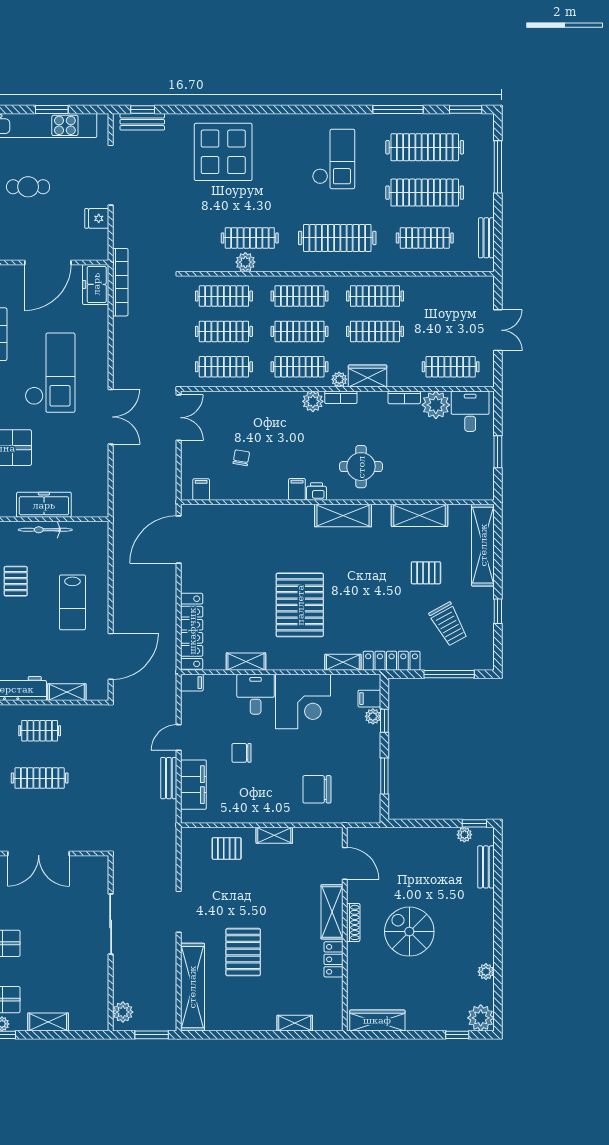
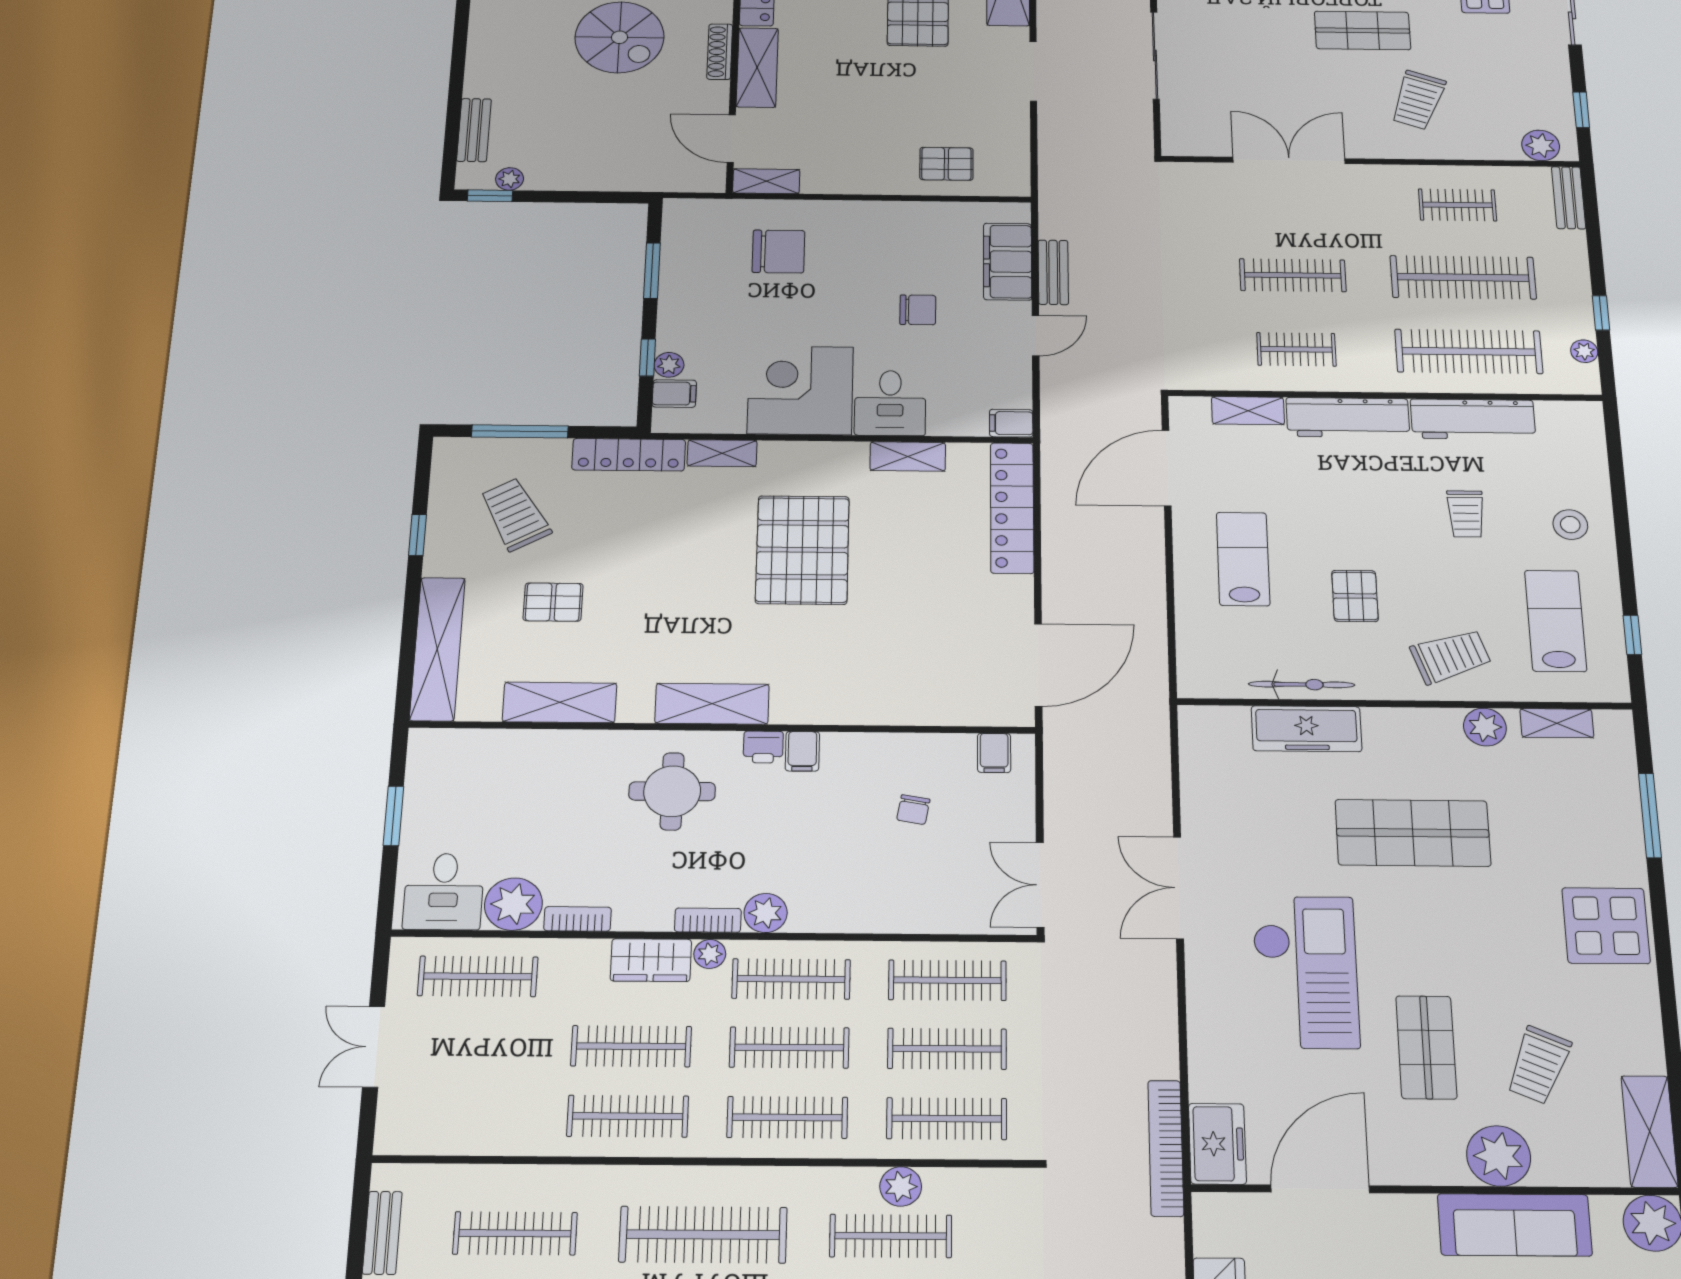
checkout: (50, 373) -> (1306, 972), turned 180
shelving: (274, 835) -> (766, 181), moved

